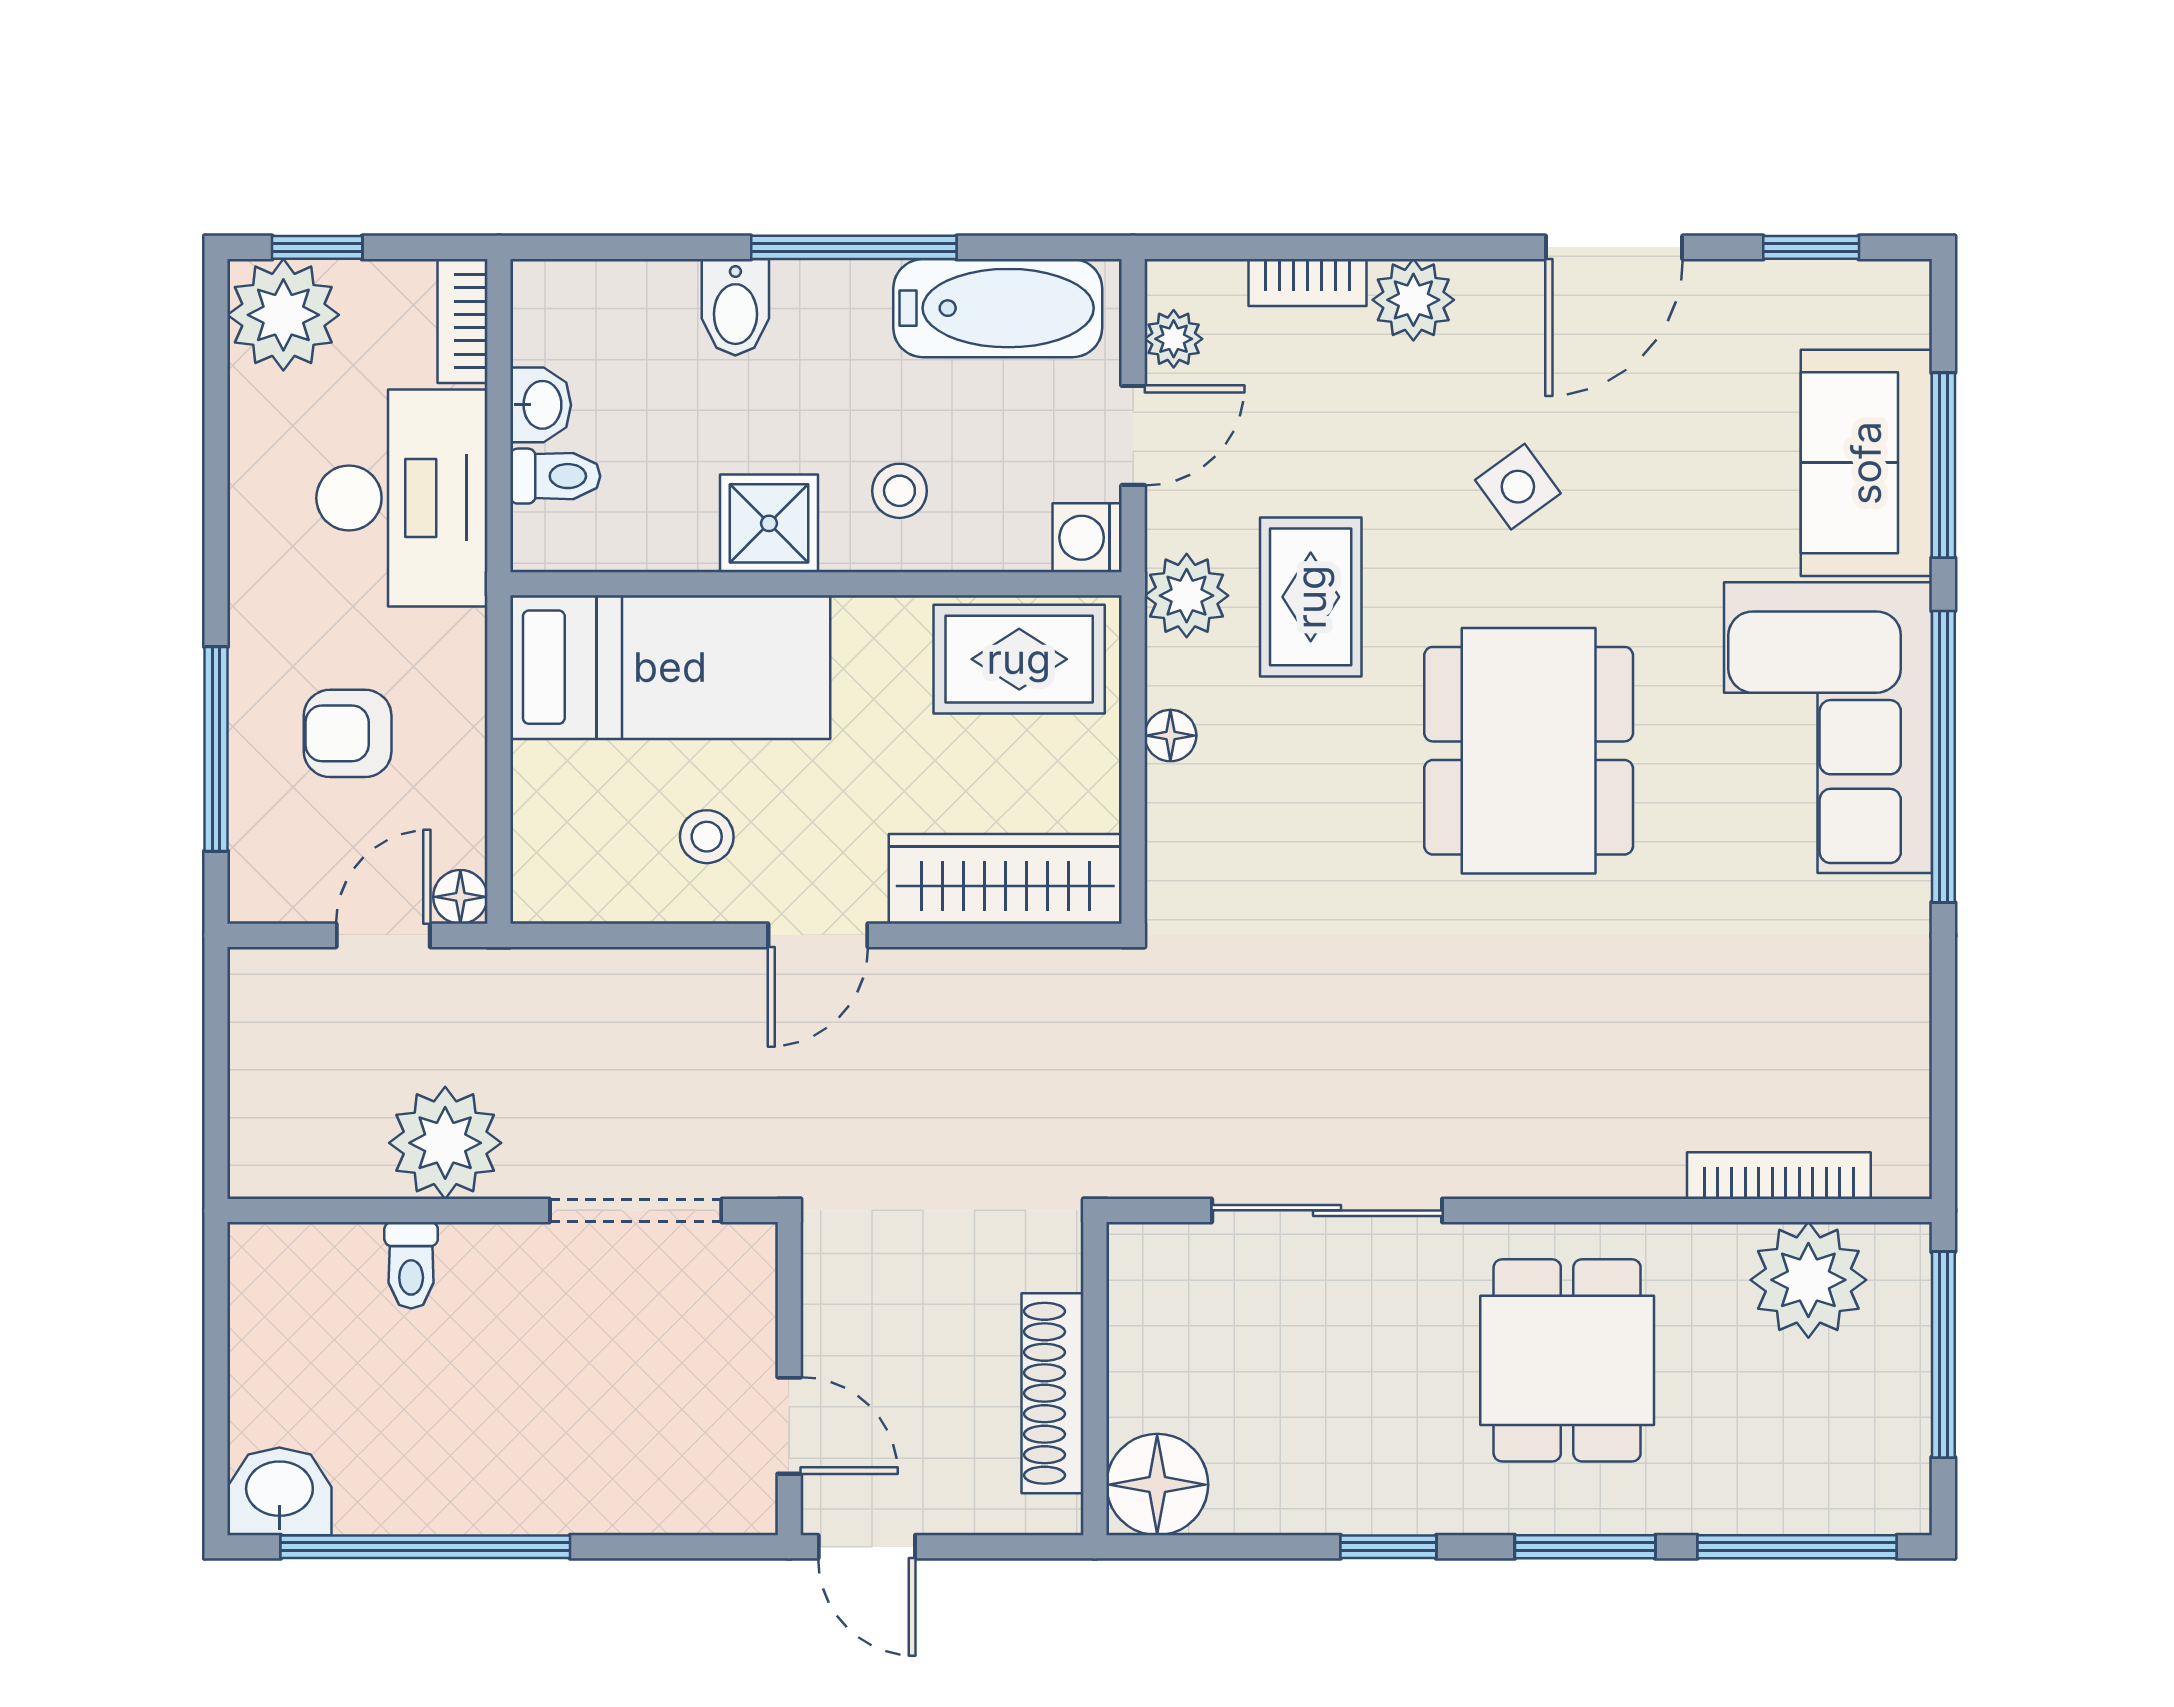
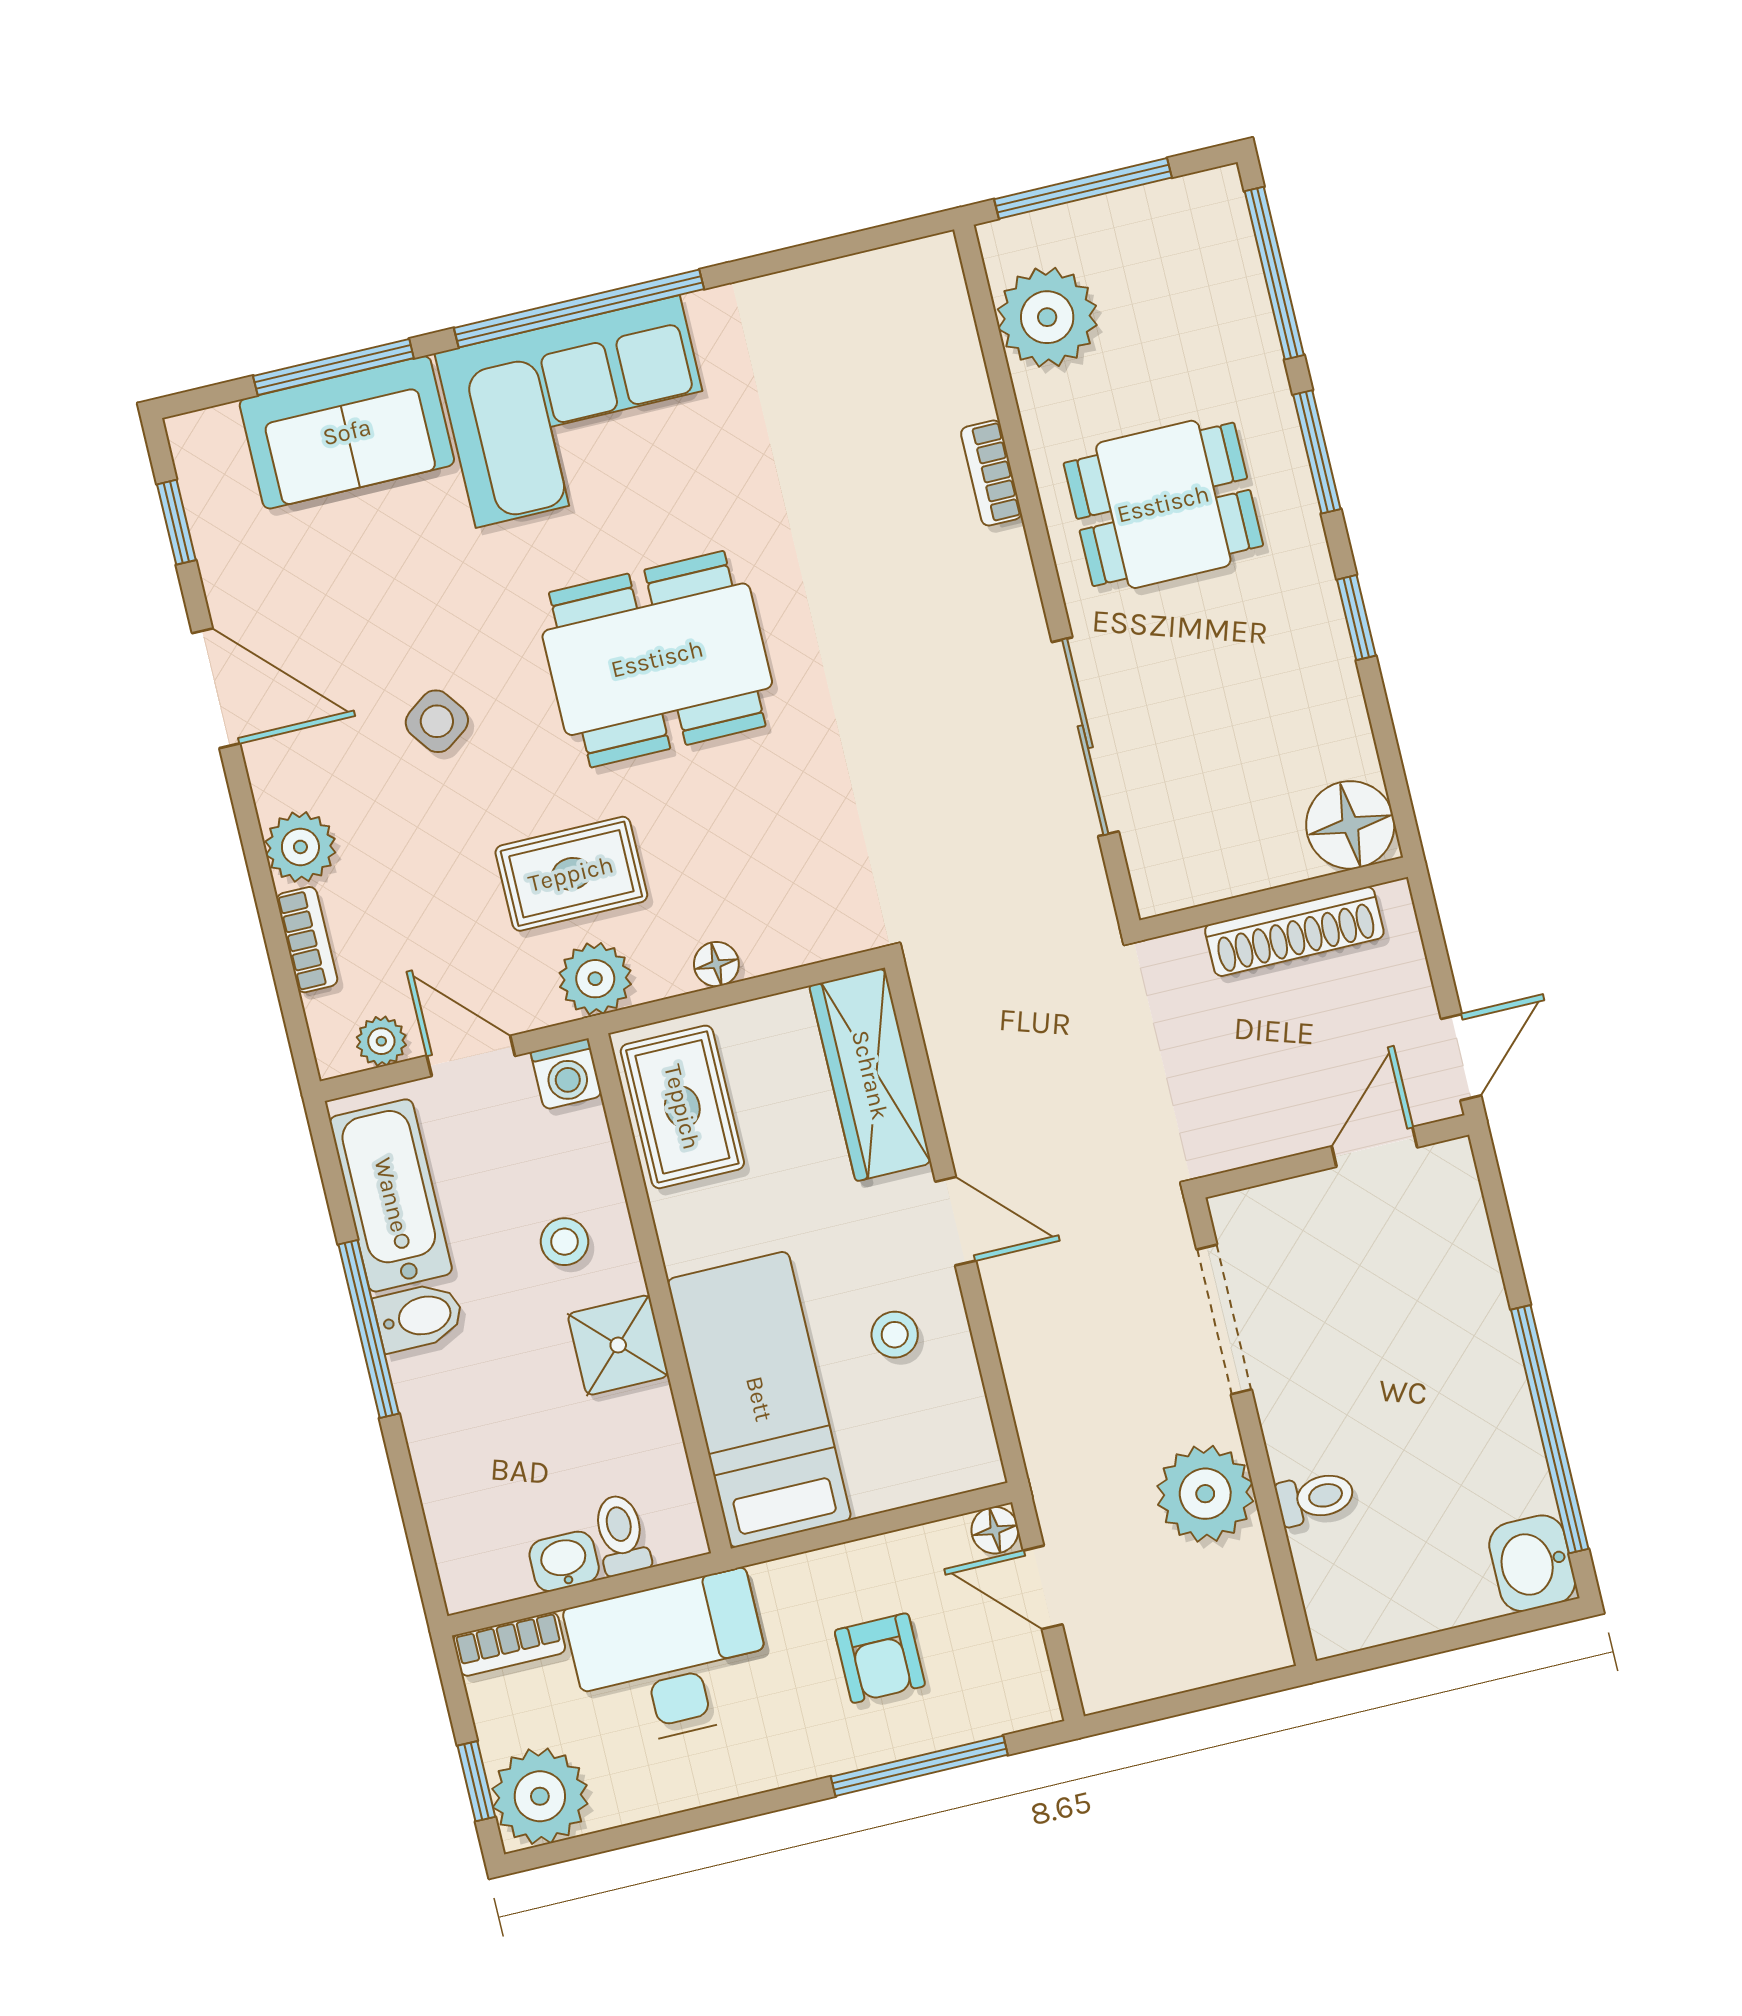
bidet: (735, 307) -> (419, 1317), moved
bookcase: (1779, 1176) -> (991, 473), moved, width x0.64

